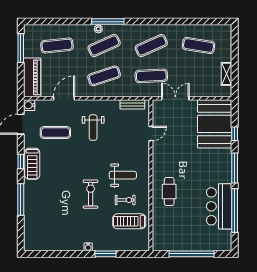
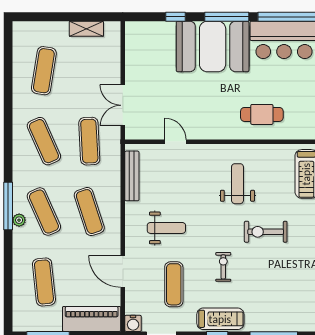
bench: (132, 104) -> (132, 176), width x1.36
booth: (215, 124) -> (213, 46), moved
exercise bike: (125, 200) -> (223, 267), moved

